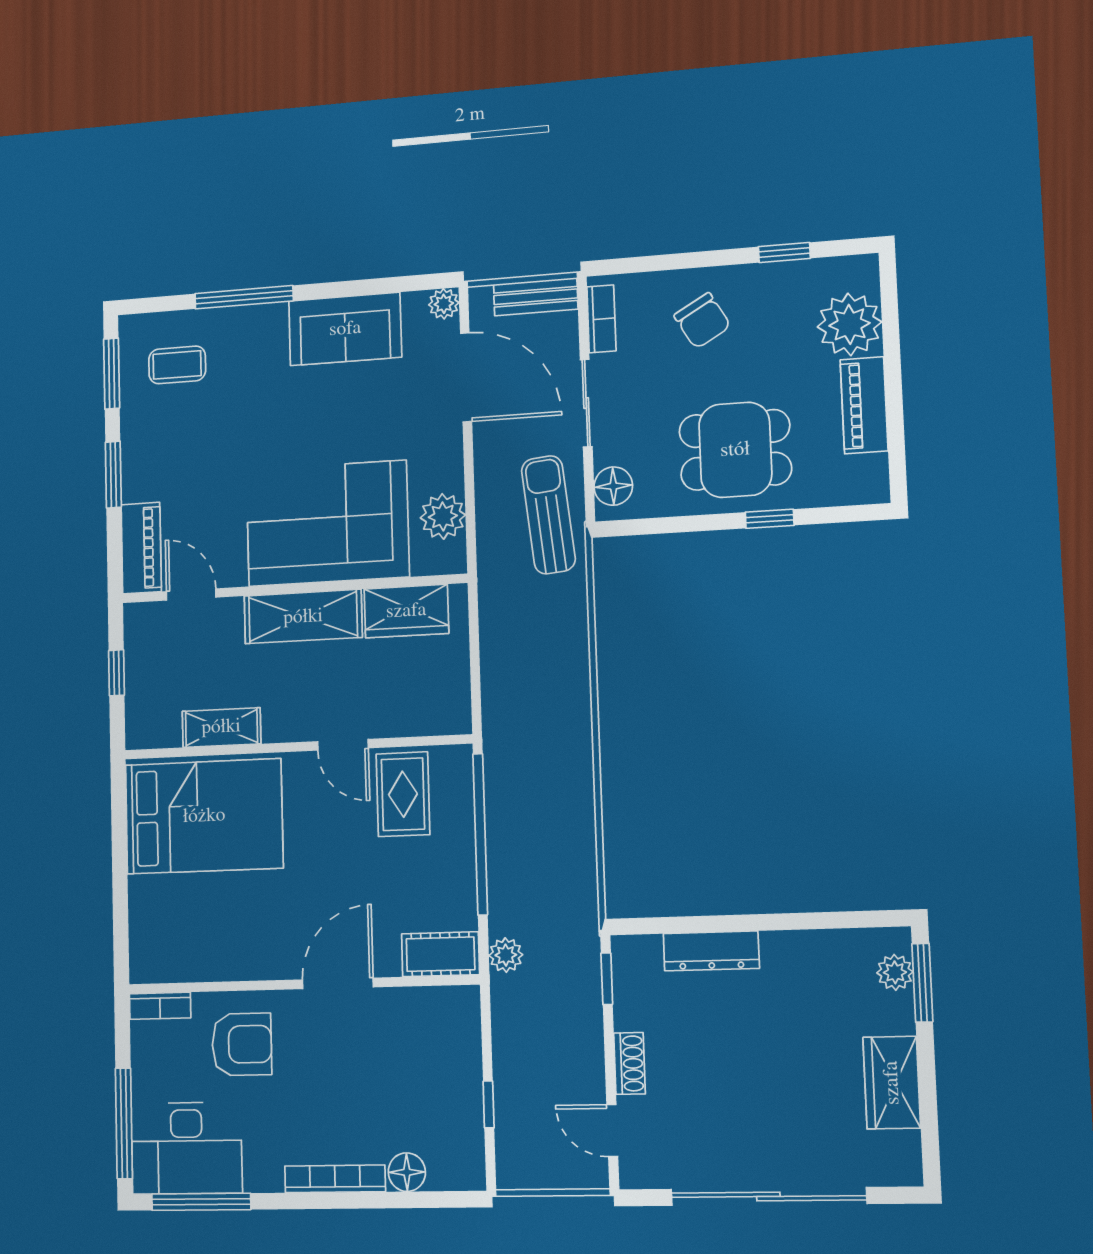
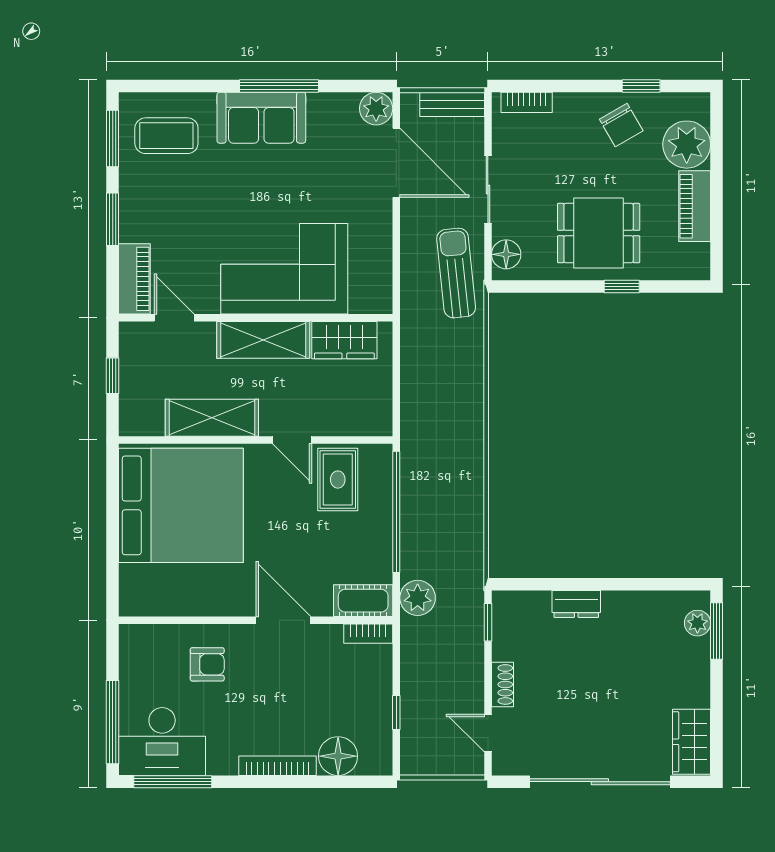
window: (244, 297) -> (279, 86), moved
plant: (444, 304) -> (376, 109), width x1.38, depth x1.38
bookcase: (601, 319) -> (527, 102), moved, turned 90
chair: (702, 321) -> (621, 125), moved
sofa: (345, 329) -> (261, 118), moved
coffee table: (177, 365) -> (166, 136), width x1.36, depth x1.30
plant: (443, 516) -> (375, 269), removed
shelving: (221, 727) -> (212, 418), width x1.50, depth x1.33
bed: (204, 816) -> (181, 505), width x1.36
dresser: (711, 951) -> (576, 604), width x0.70
plant: (506, 955) -> (418, 598), width x1.38, depth x1.38
door: (338, 983) -> (283, 620), hinge flipped
bookcase: (160, 1006) -> (368, 634), moved
armchair: (242, 1044) -> (207, 664), width x0.72, depth x0.72
wardrobe: (892, 1083) -> (691, 742), moved
floor lamp: (407, 1172) -> (338, 756), width x1.38, depth x1.38

